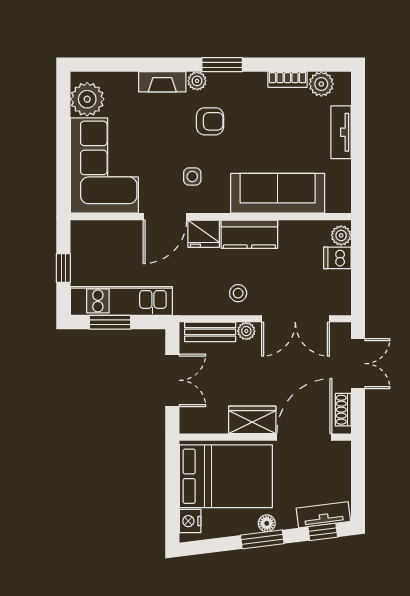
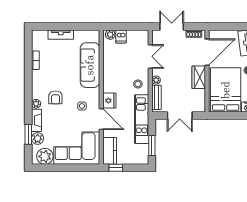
window: (222, 65) -> (28, 134), moved
plant: (321, 84) -> (38, 139), moved
armchair: (210, 121) -> (55, 97), turned 180
kitchen counter: (249, 234) -> (110, 151), moved
window: (63, 268) -> (116, 168), moved
kitchen unit: (121, 301) -> (142, 119), moved
double door: (295, 319) -> (150, 56), width x0.73
double door: (172, 380) -> (180, 116), swing flipped
door: (304, 437) -> (207, 52), swing flipped

